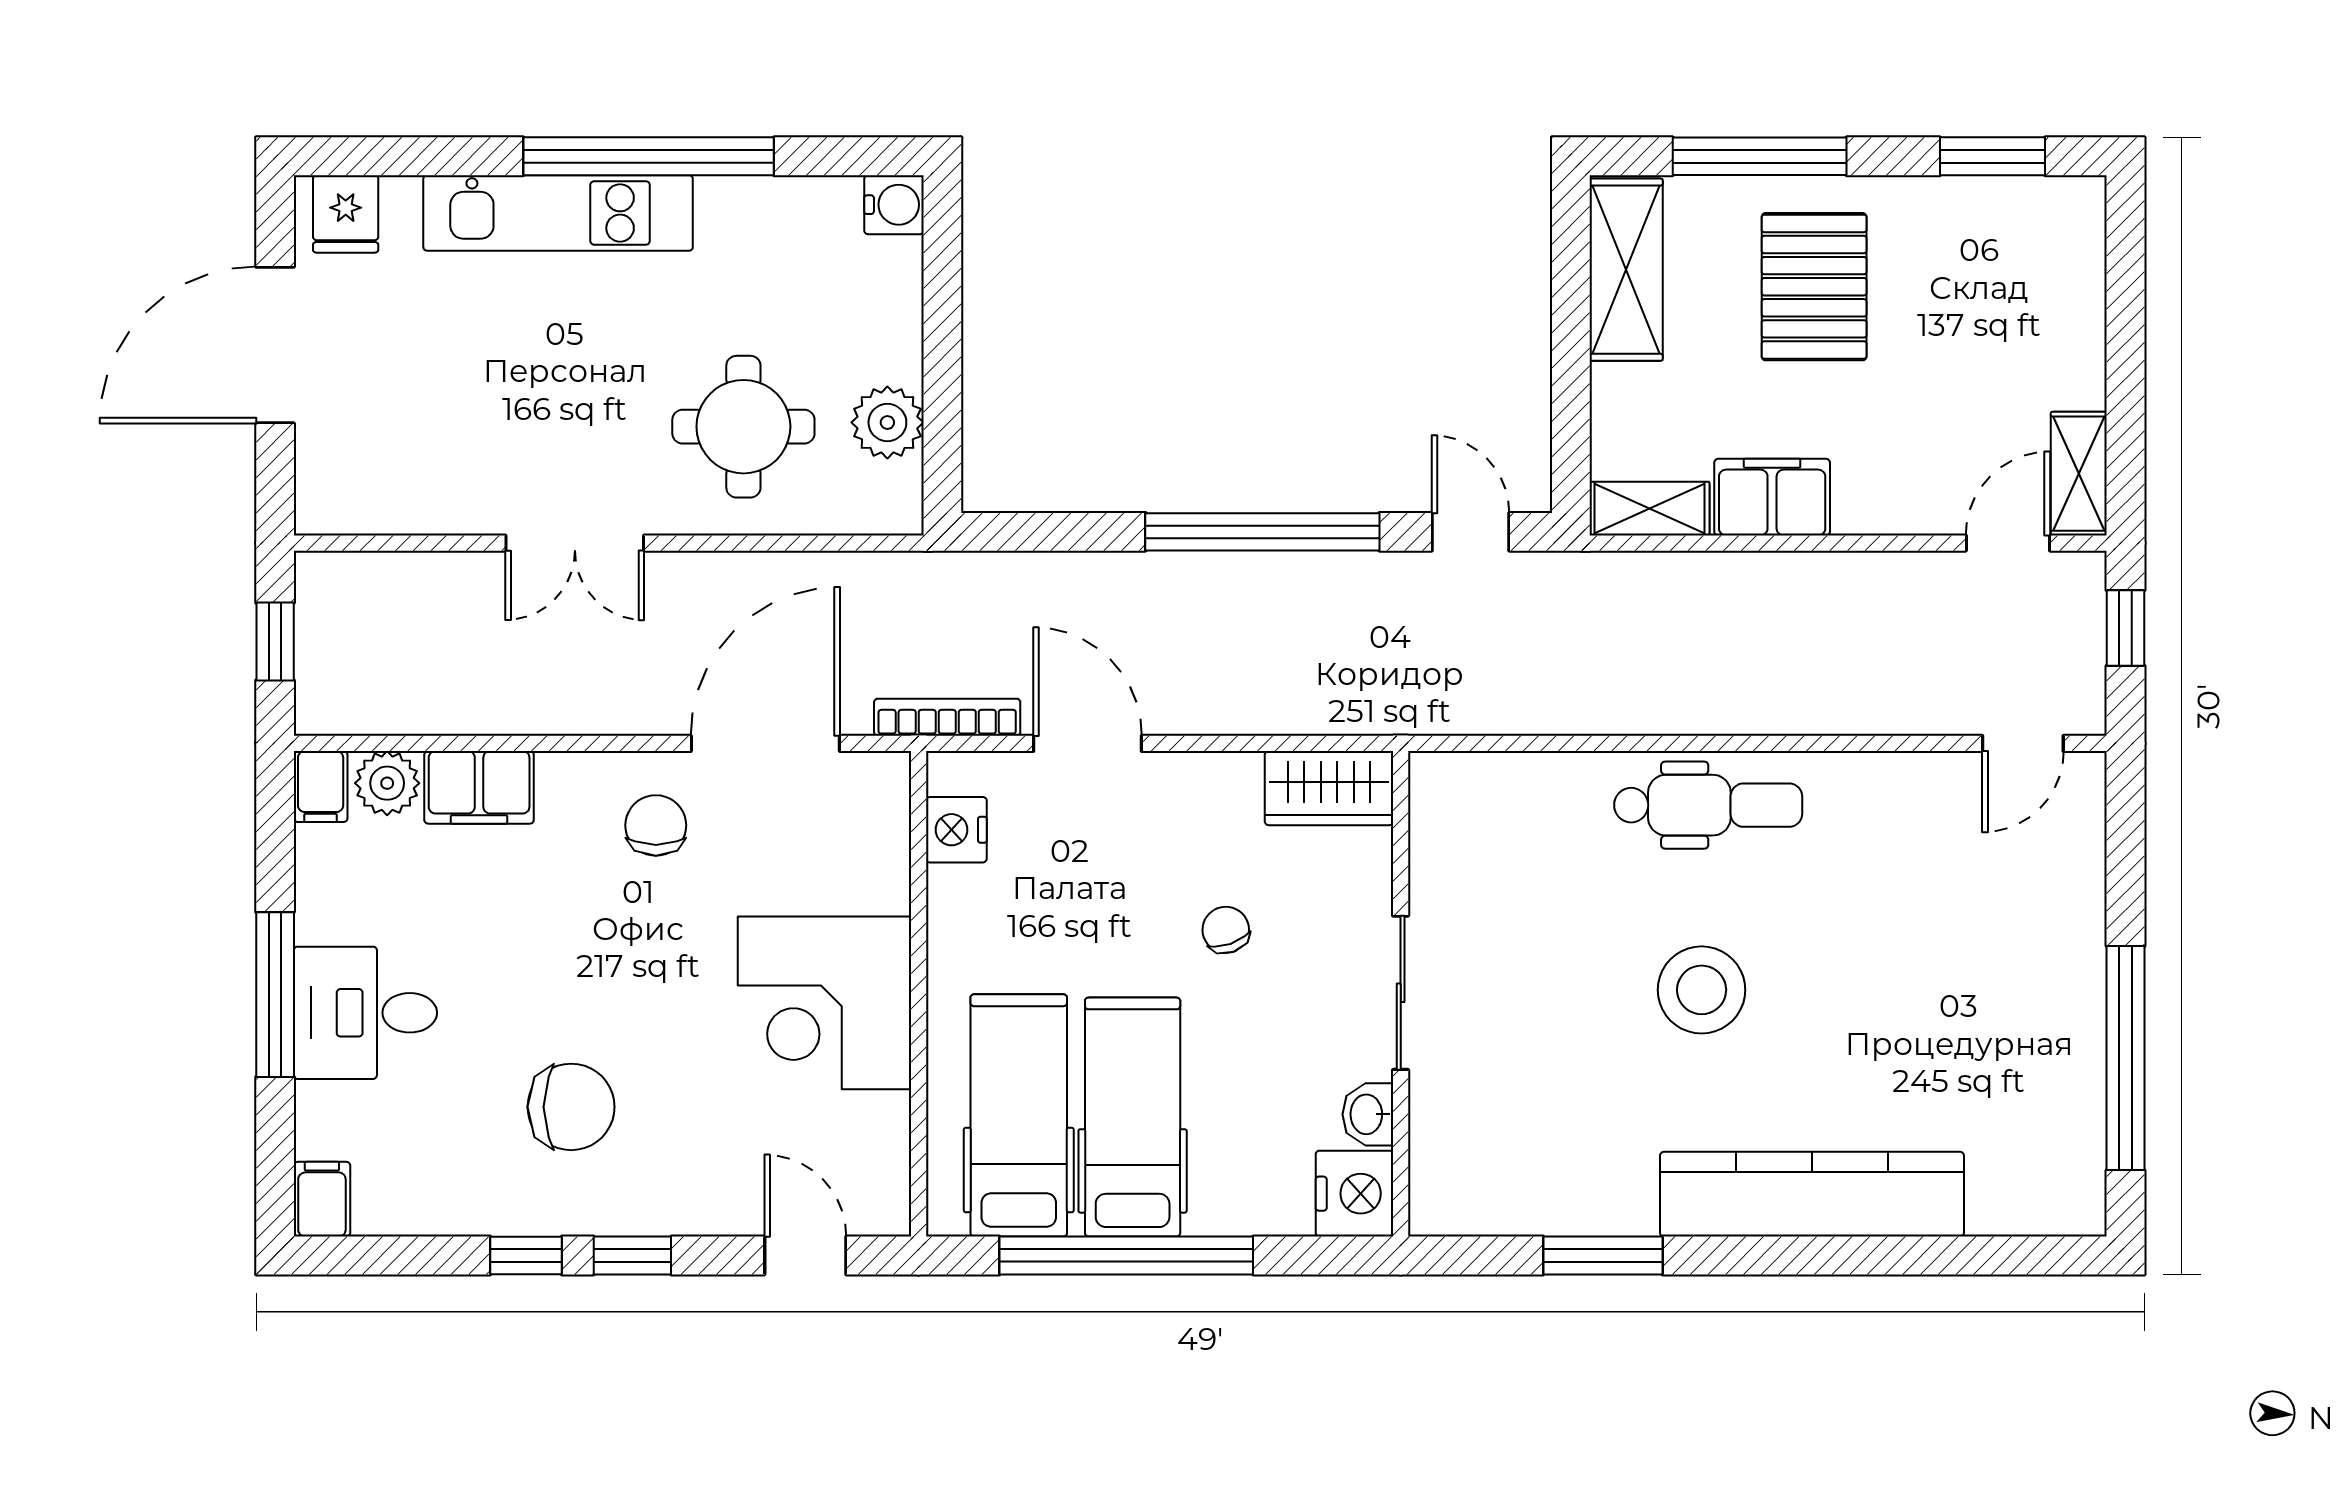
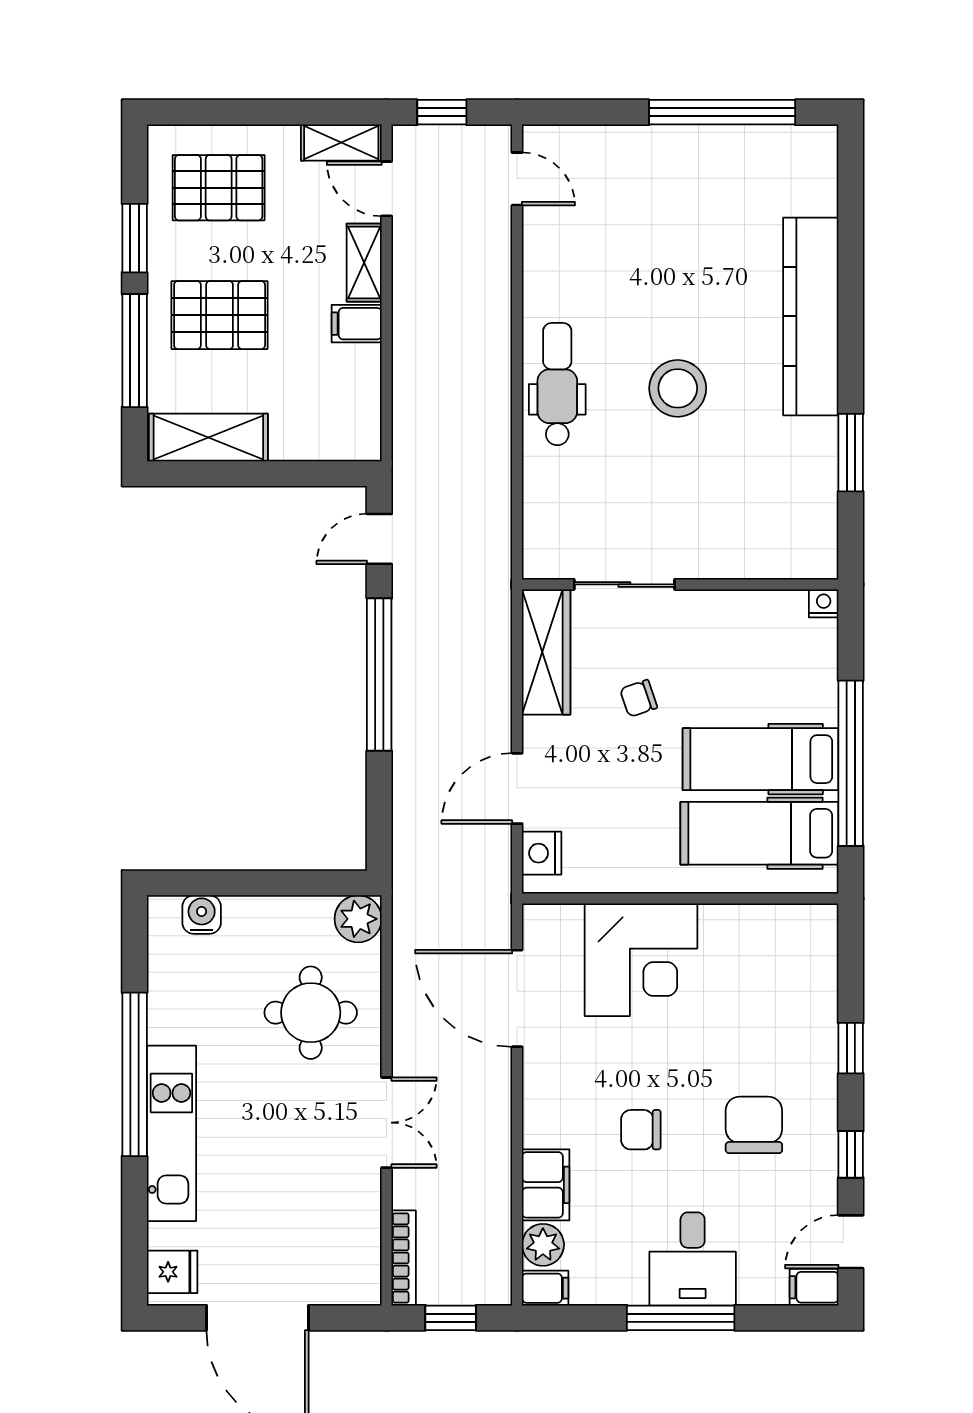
window: (1992, 156) -> (135, 238), moved
water cooler: (894, 205) -> (202, 915), moved
pallet: (2010, 285) -> (219, 188), added
plant: (887, 422) -> (358, 919), moved
filing cabinet: (1772, 497) -> (357, 324), width x0.50
shelving: (1650, 509) -> (364, 263), moved
bookcase: (947, 717) -> (404, 1258), moved, turned 180
wardrobe: (1329, 788) -> (546, 652), width x1.50
chair: (656, 825) -> (641, 1130), moved
nightstand: (956, 830) -> (542, 853), moved, turned 90
sliding door: (1401, 993) -> (624, 584), moved
corner desk: (824, 1003) -> (641, 960), moved
washbasin: (1368, 1114) -> (759, 606), removed
nightstand: (1354, 1194) -> (824, 603), width x0.53, depth x0.56
window: (632, 1255) -> (851, 1048), moved
door: (805, 1255) -> (851, 1242), moved

